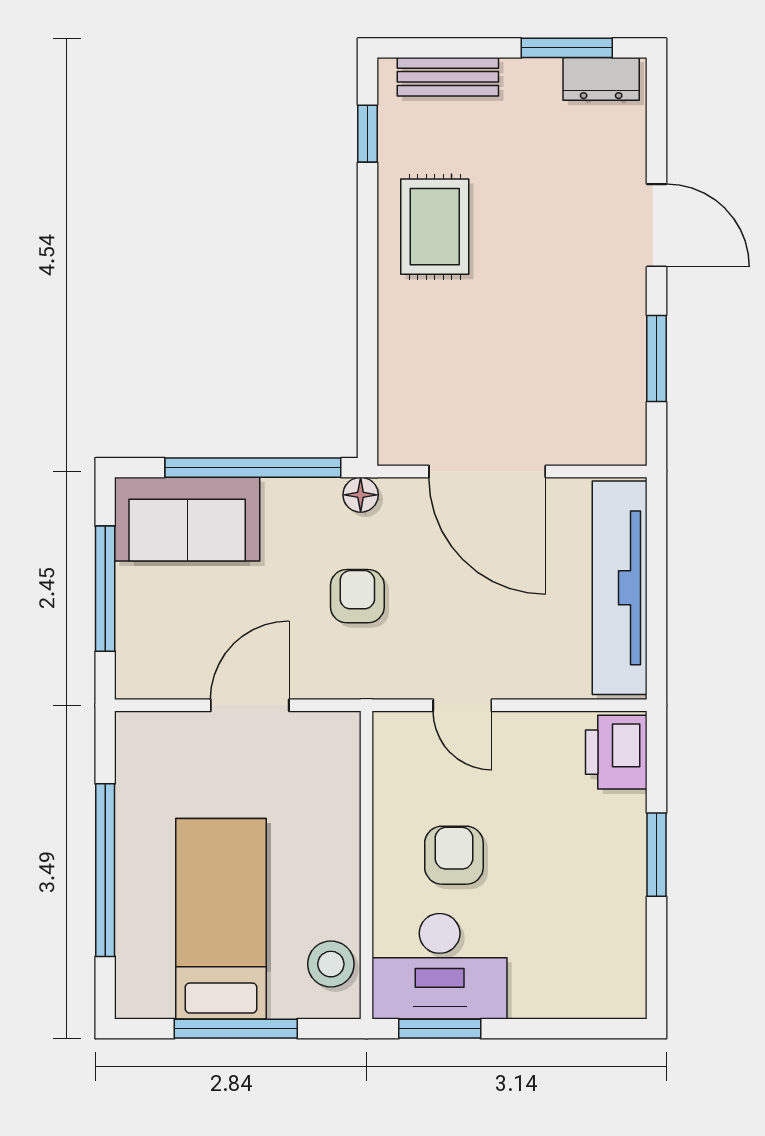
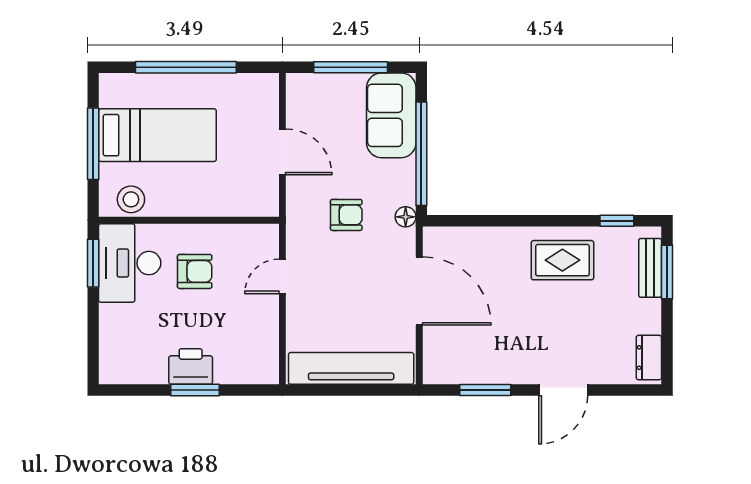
window: (567, 48) -> (667, 272), moved
door: (487, 471) -> (419, 291), swing flipped
printer: (616, 752) -> (191, 366), moved

